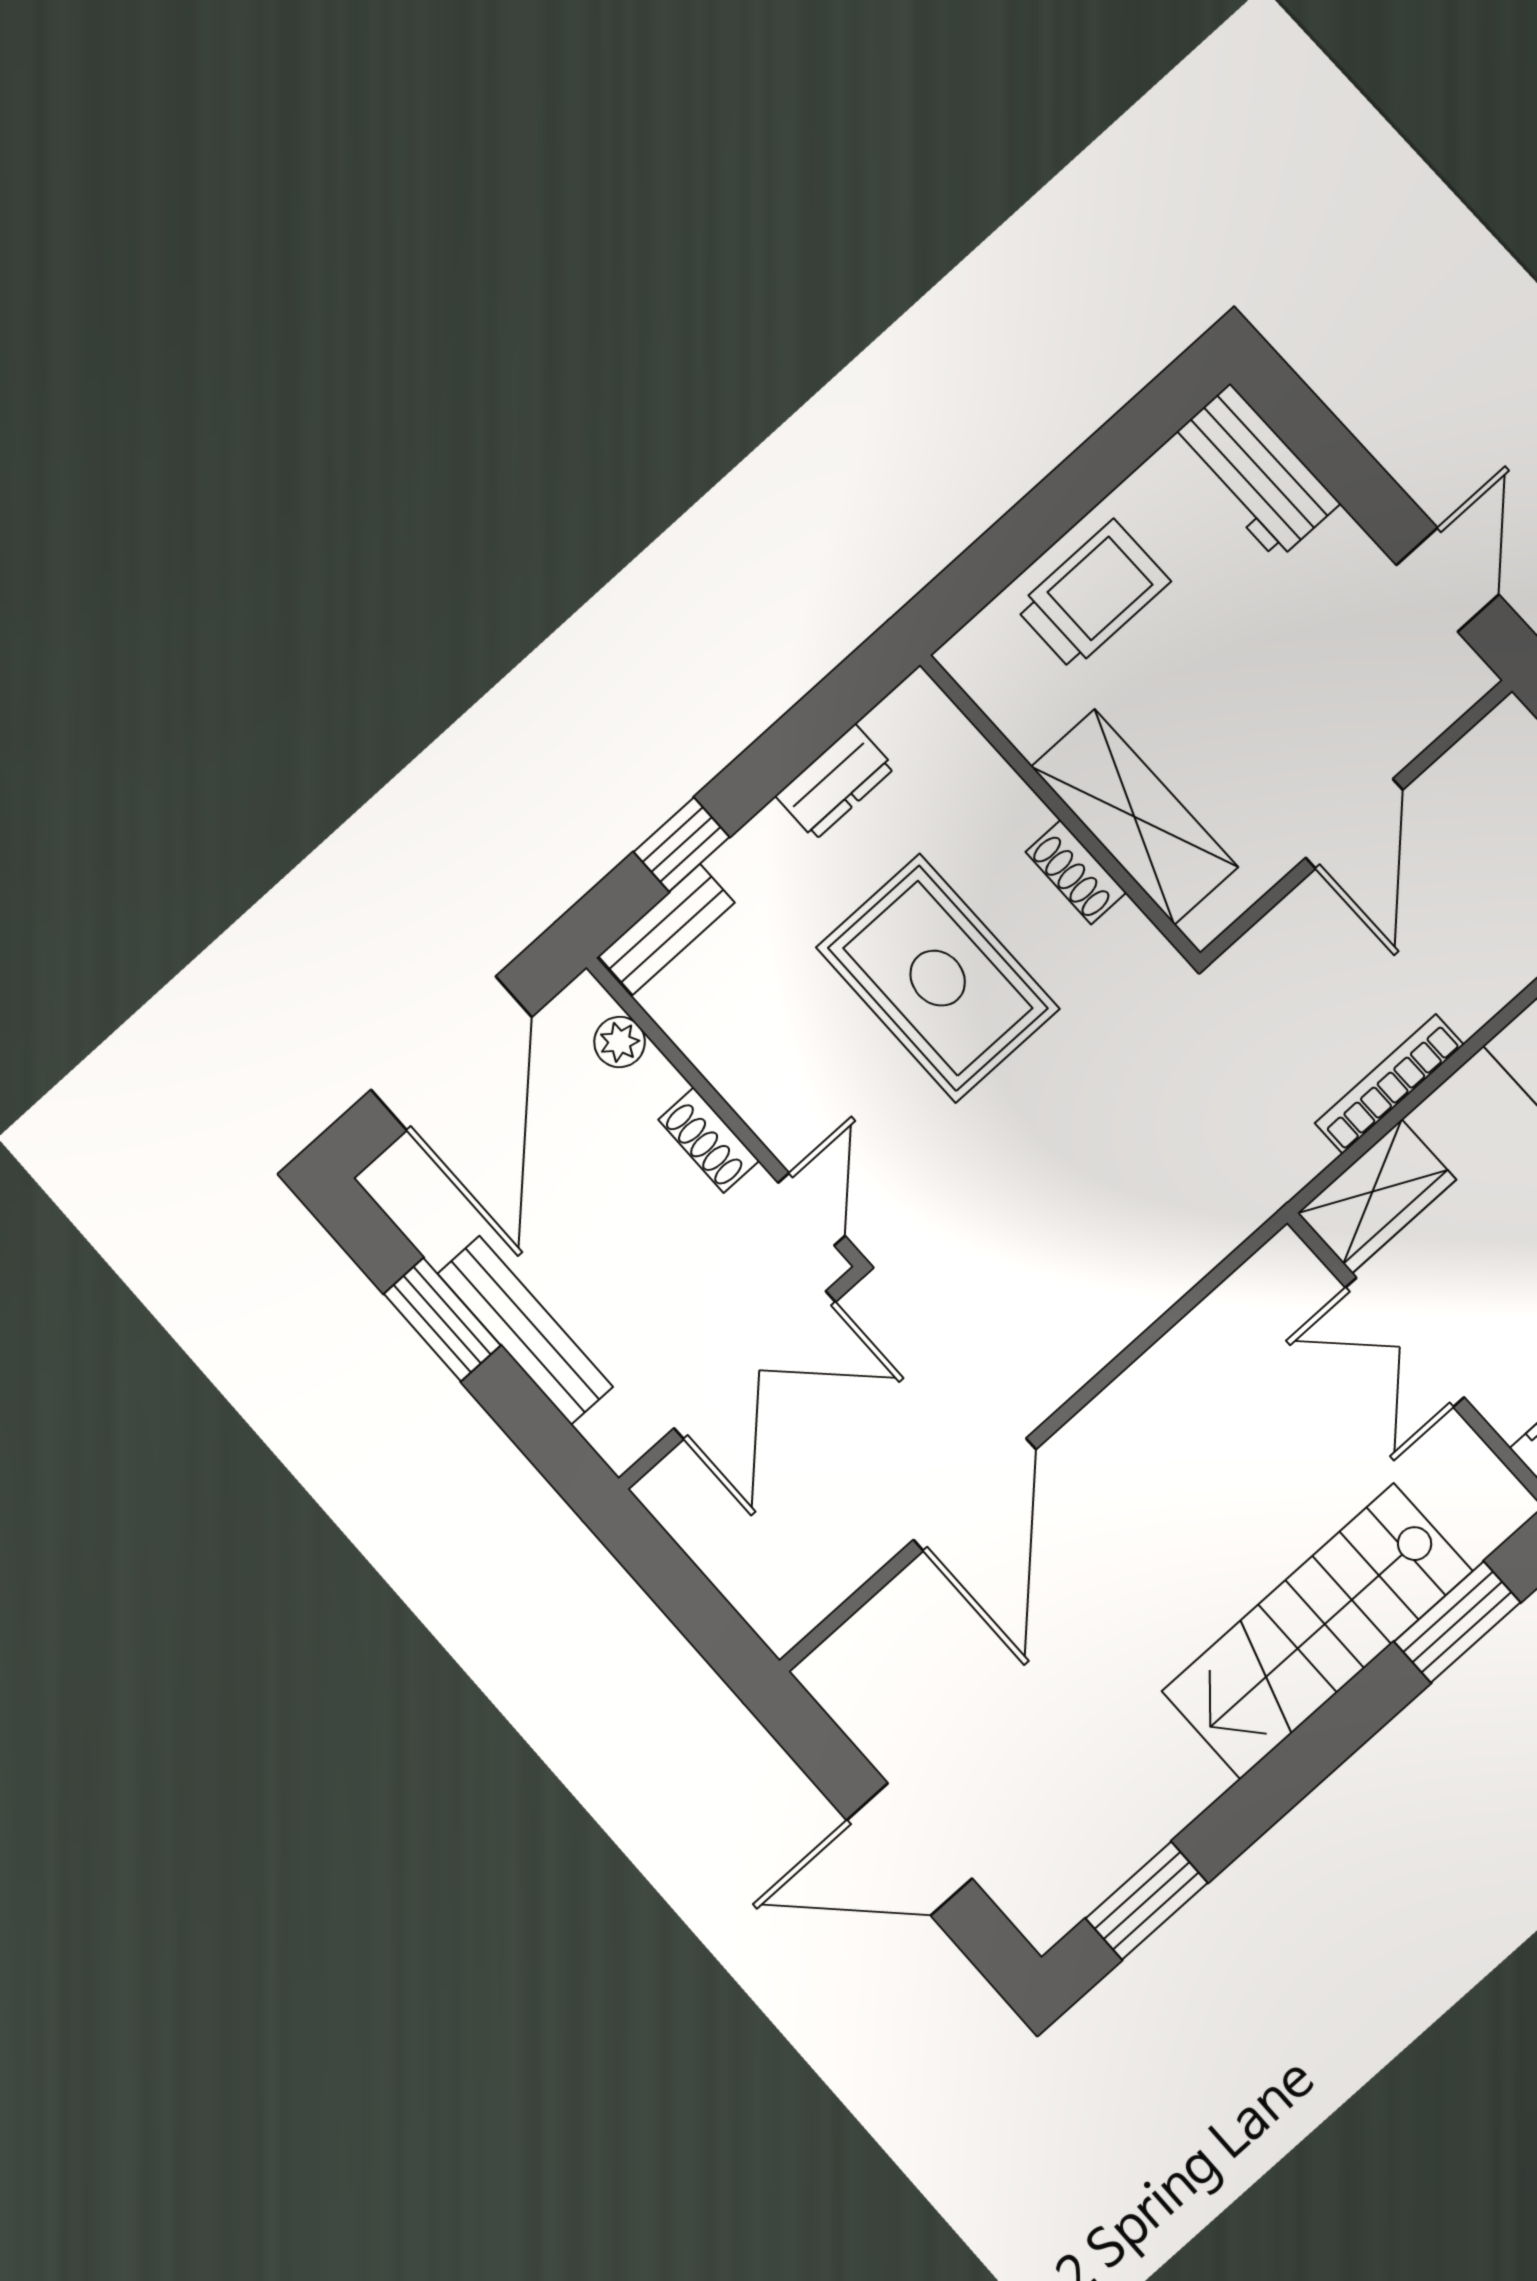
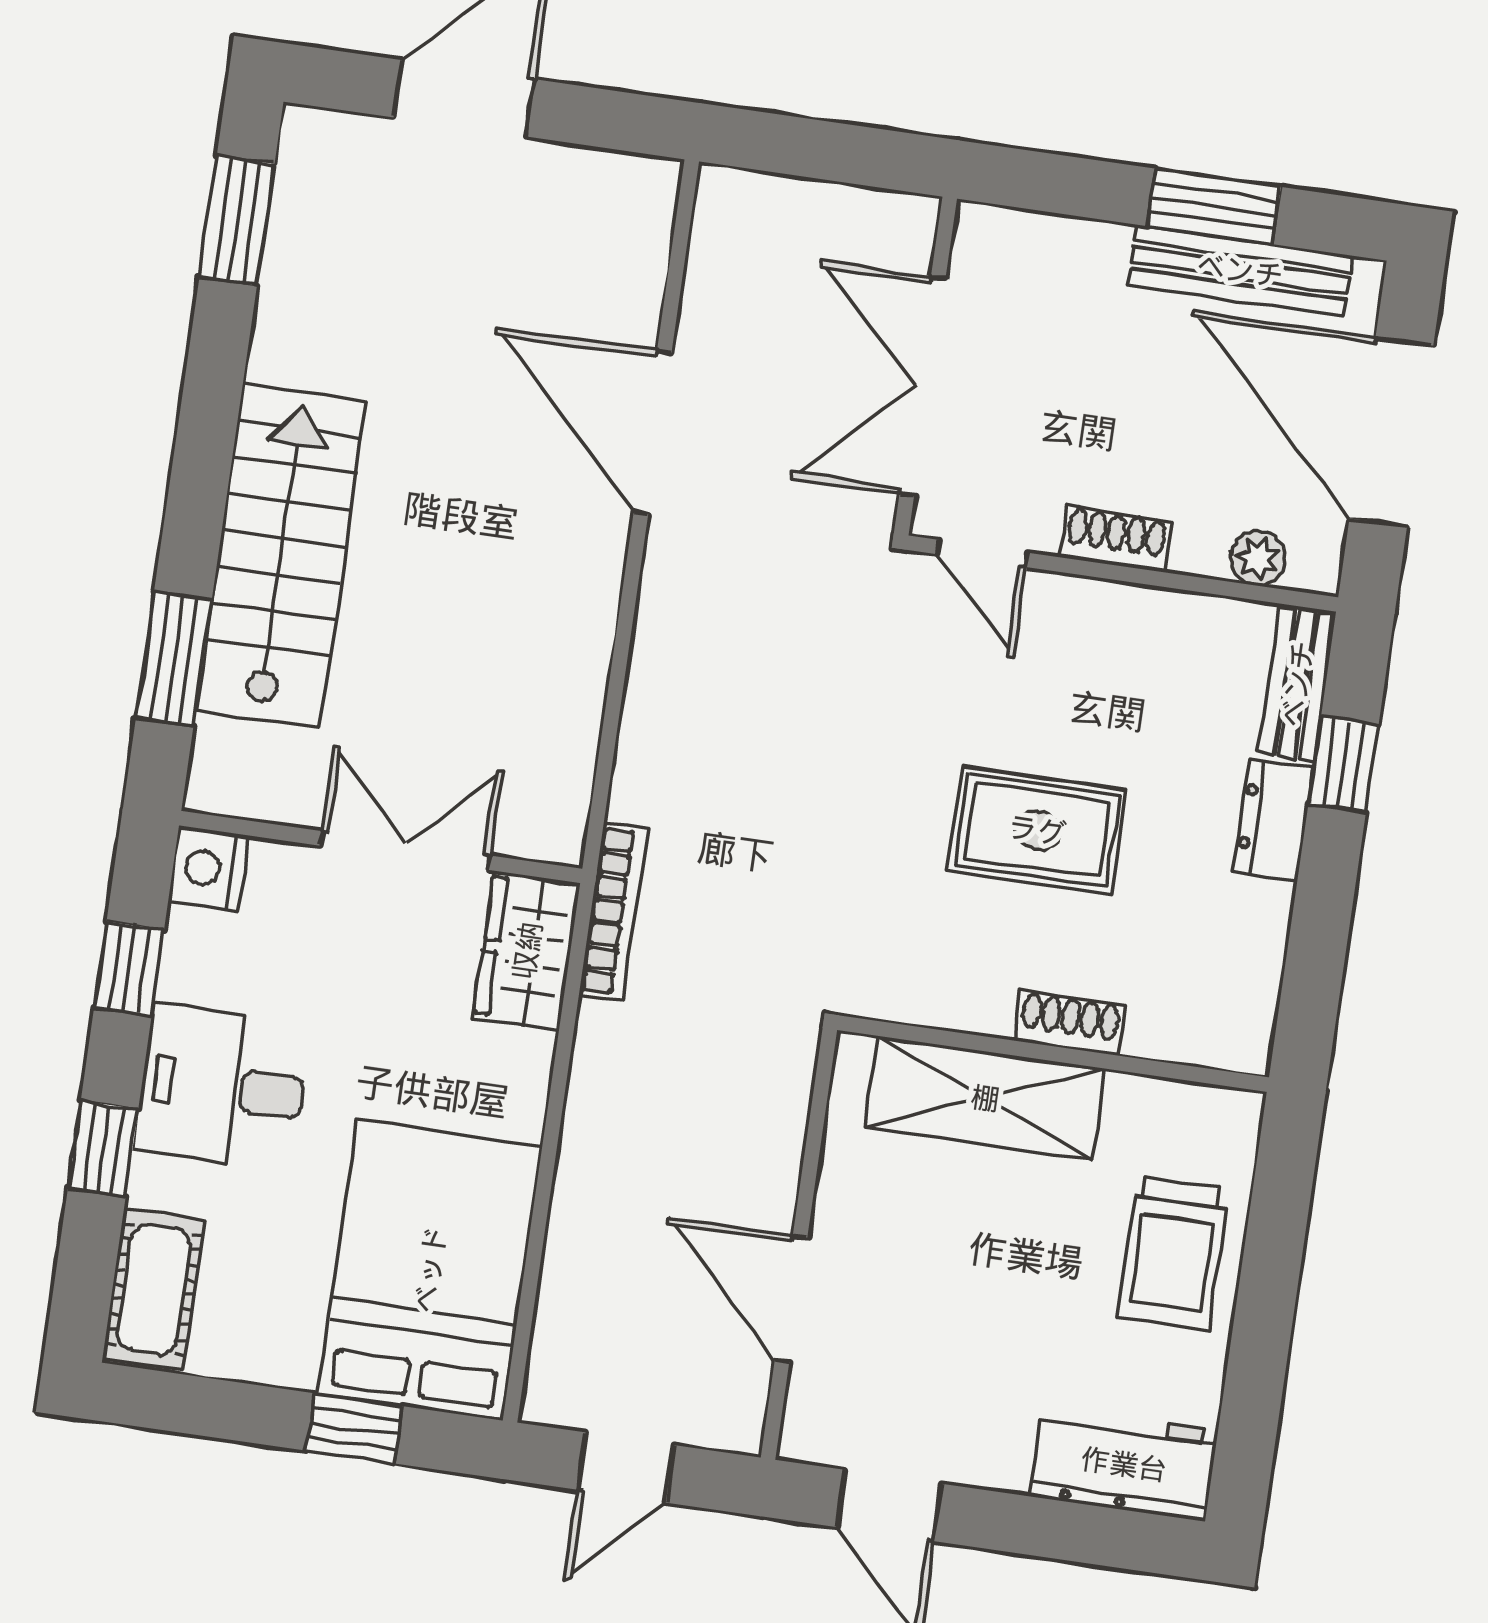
dresser: (835, 782) -> (1273, 820), moved
door: (1354, 824) -> (791, 1299), moved
shoe rack: (1076, 872) -> (1070, 1023), moved
rug: (938, 978) -> (1037, 830), width x0.73, depth x0.70
bookcase: (1389, 1084) -> (613, 912), moved
bench: (525, 1330) -> (1240, 270), moved

